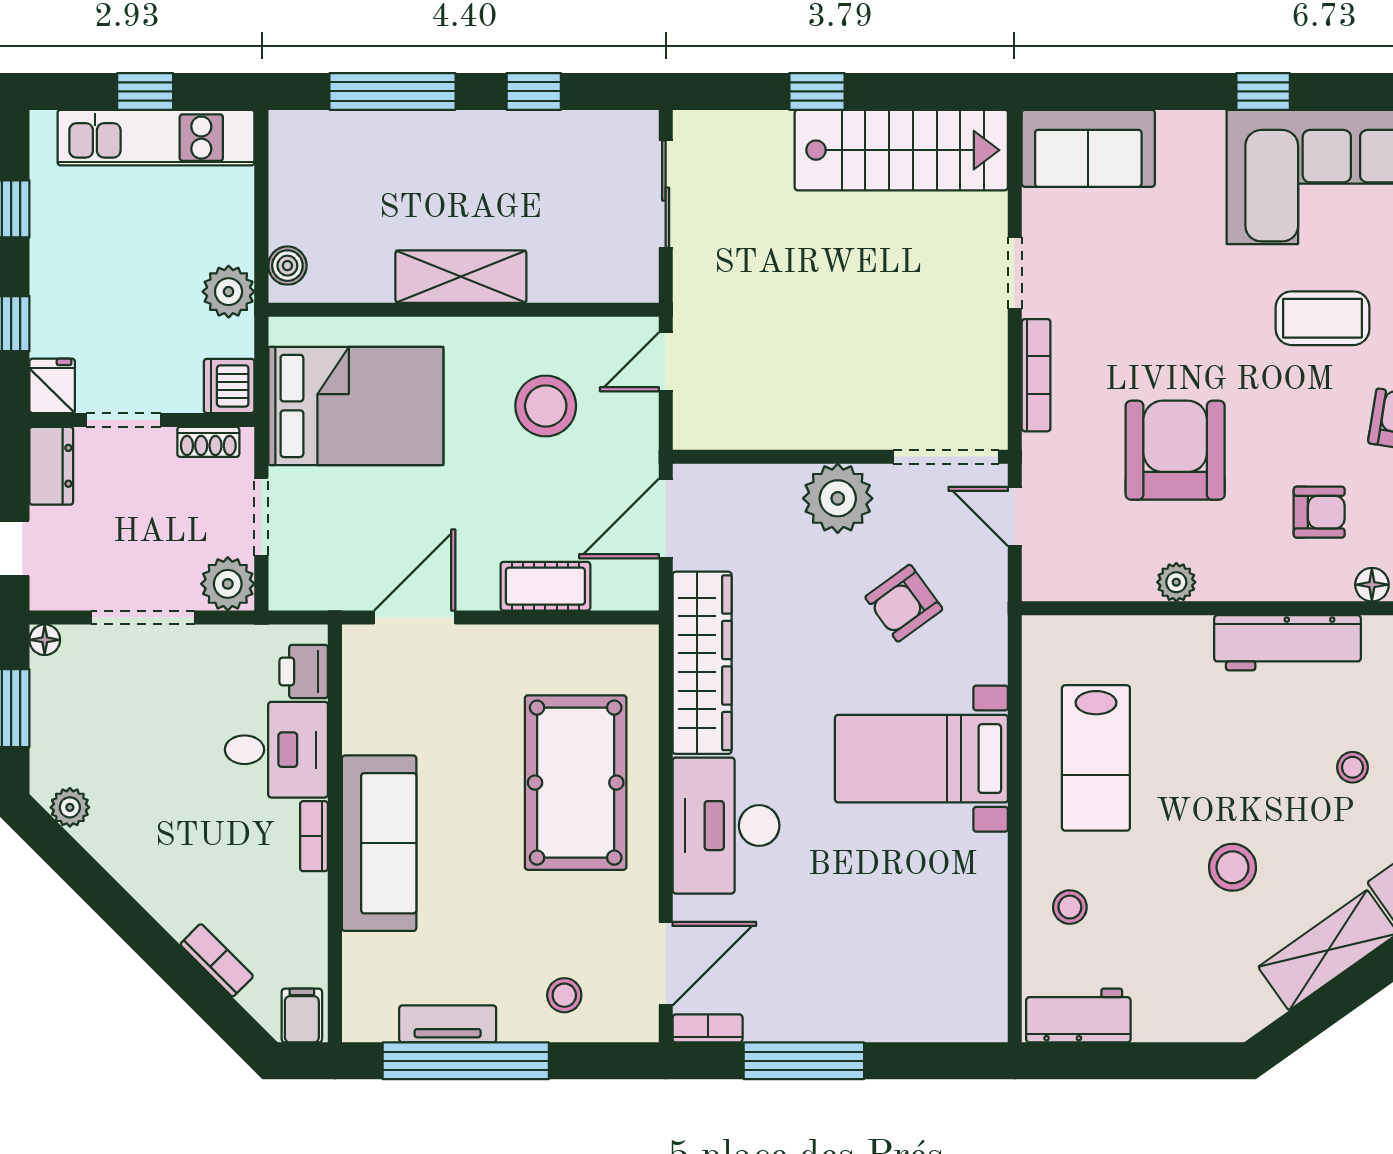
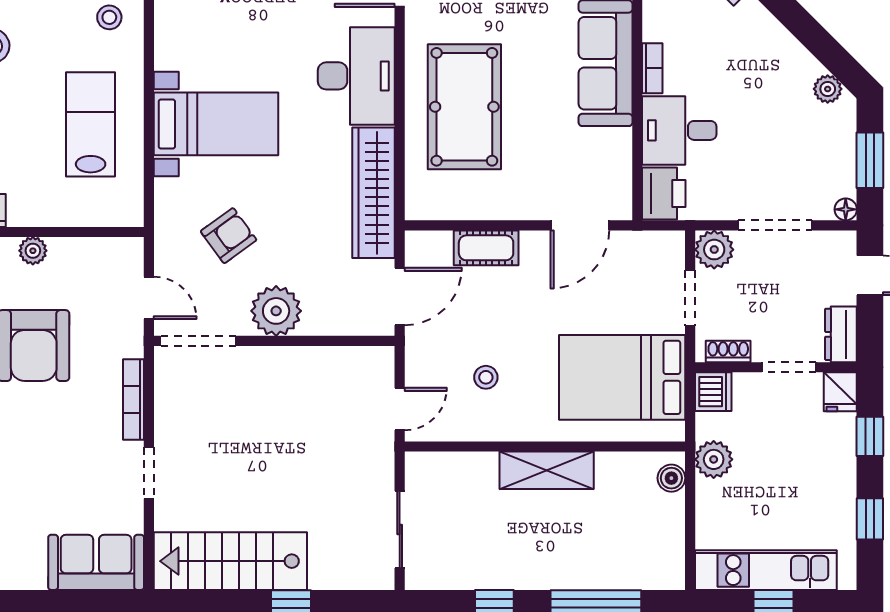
stool: (546, 406) -> (486, 377), width x0.53, depth x0.53
printer: (304, 671) -> (664, 194), width x1.36, depth x1.24

